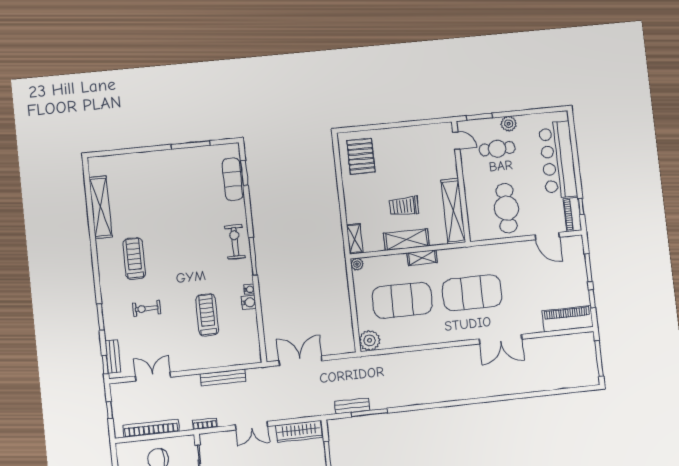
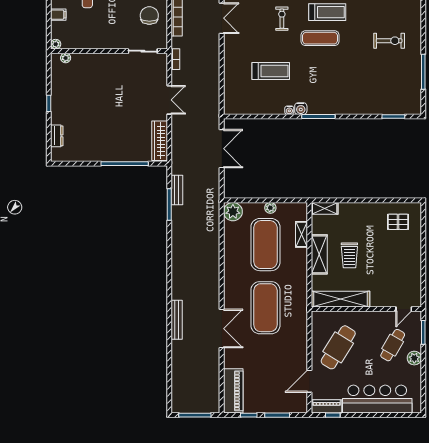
cafe table: (497, 149) -> (393, 345), turned 30
pallet: (361, 156) -> (398, 222), width x0.67, depth x0.71
exercise mat: (233, 179) -> (320, 38), moved
trolley: (404, 206) -> (349, 255), turned 180
cafe table: (506, 208) -> (338, 347), turned -58
exercise bike: (235, 242) -> (389, 41), moved
shelving: (422, 258) -> (302, 234), moved
plant: (357, 264) -> (270, 208), moved
water cooler: (249, 302) -> (301, 109), moved
double door: (501, 339) -> (222, 329), swing flipped
bench: (223, 378) -> (177, 320), moved
double door: (252, 426) -> (169, 100), swing flipped

